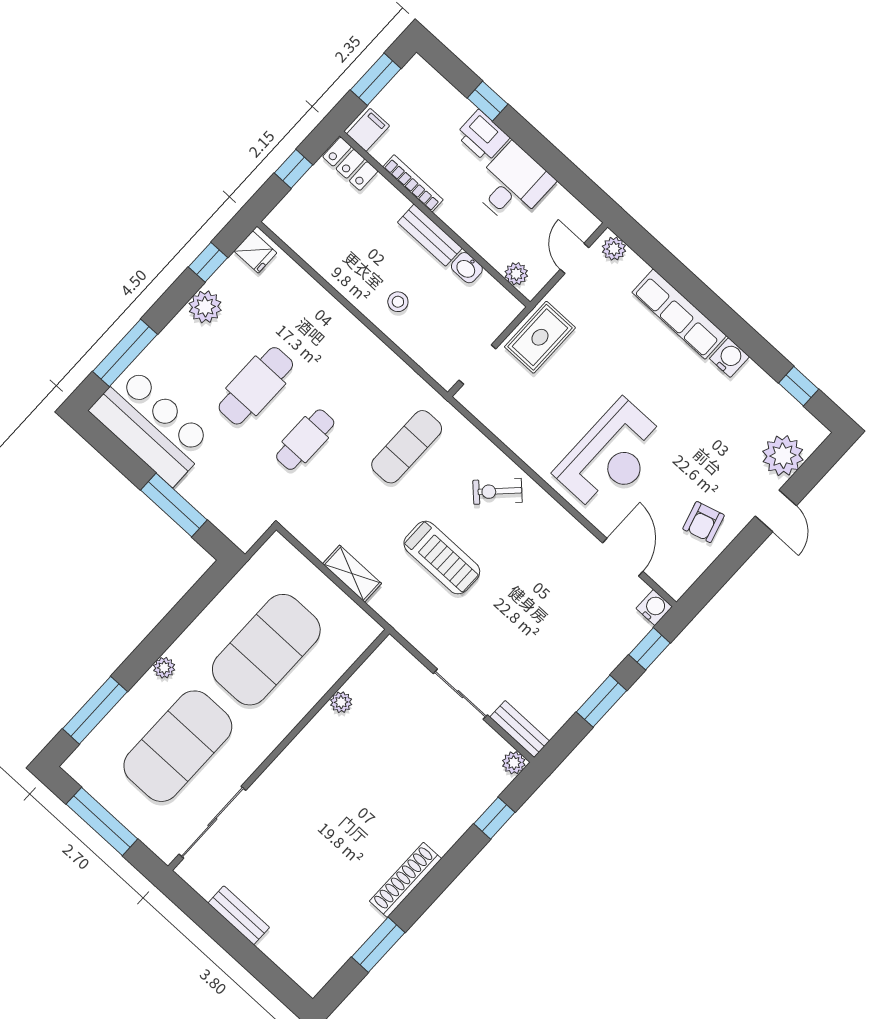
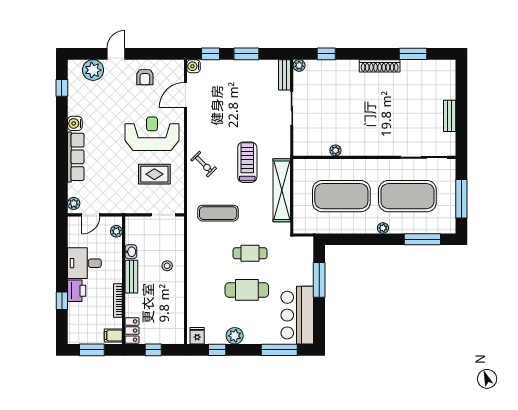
rug: (540, 337) -> (154, 174), moved
armchair: (704, 522) -> (145, 77), turned 106
shelving: (352, 574) -> (282, 190), width x2.20, depth x1.33

